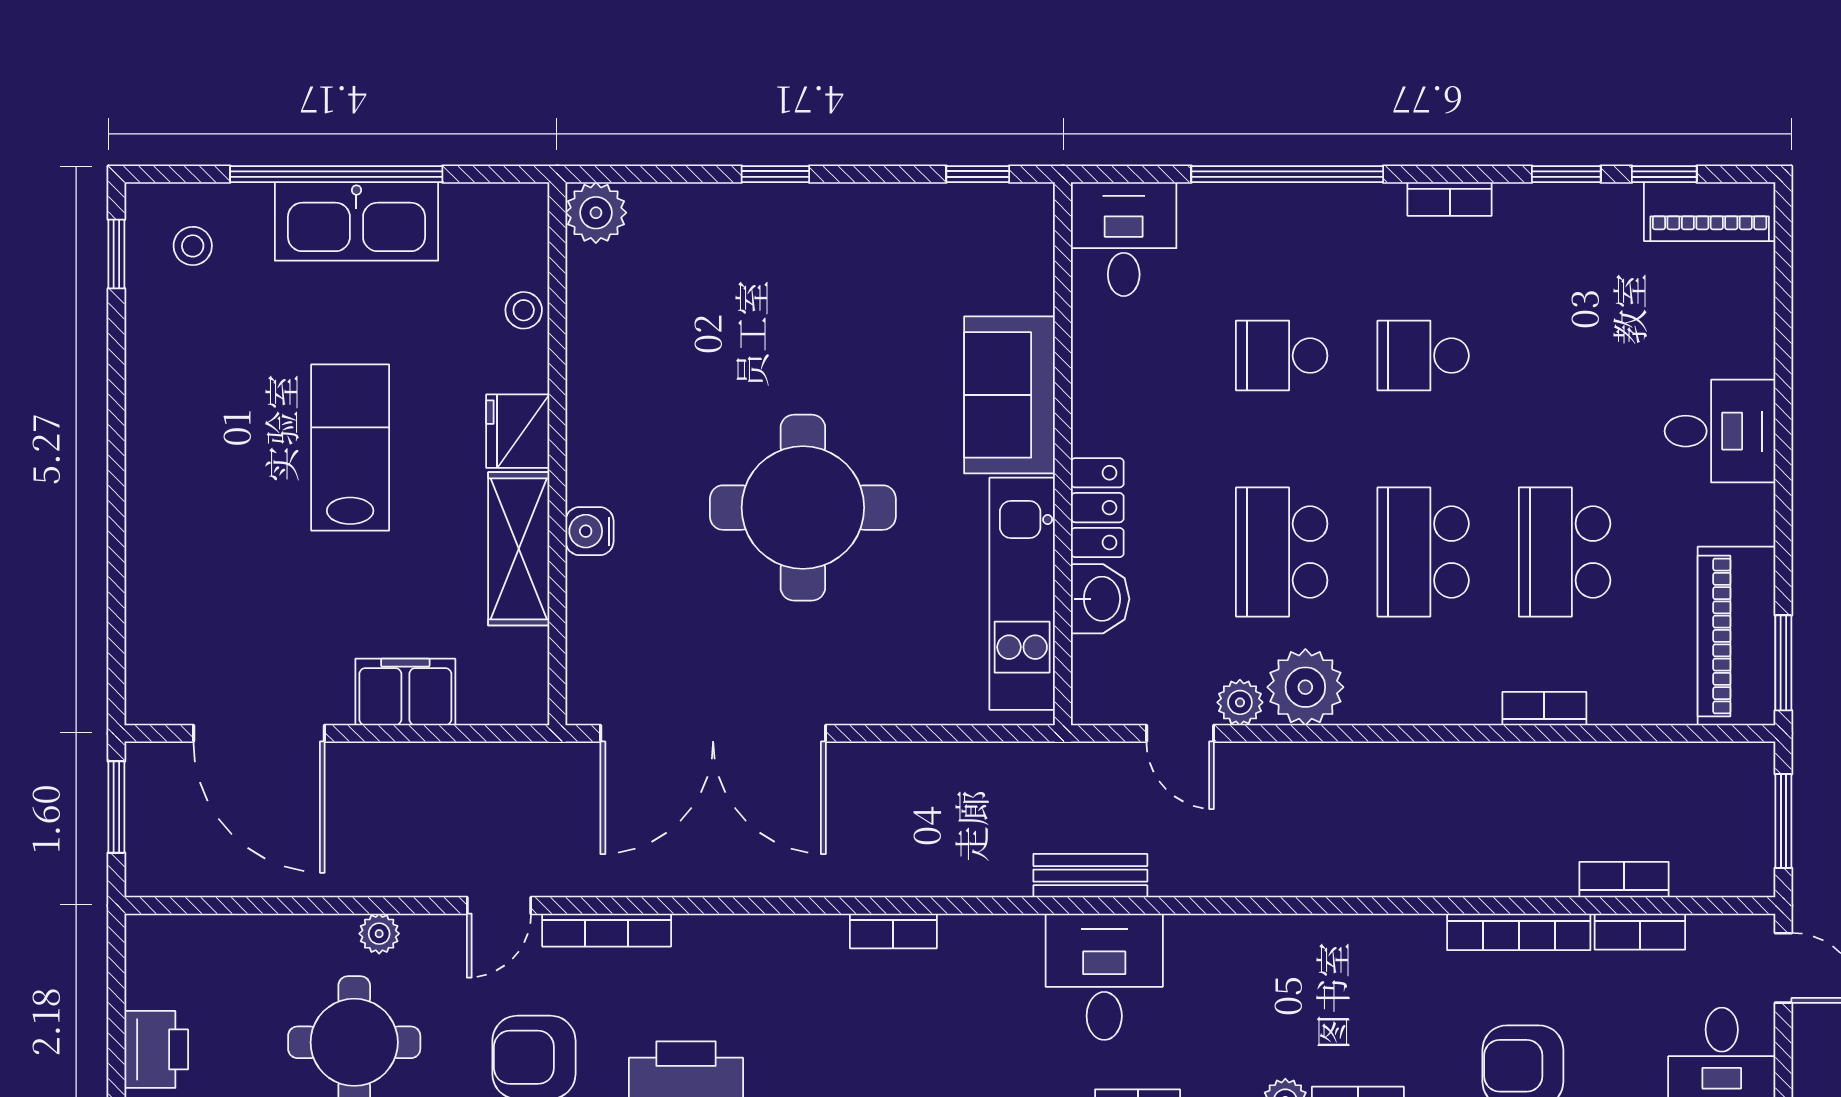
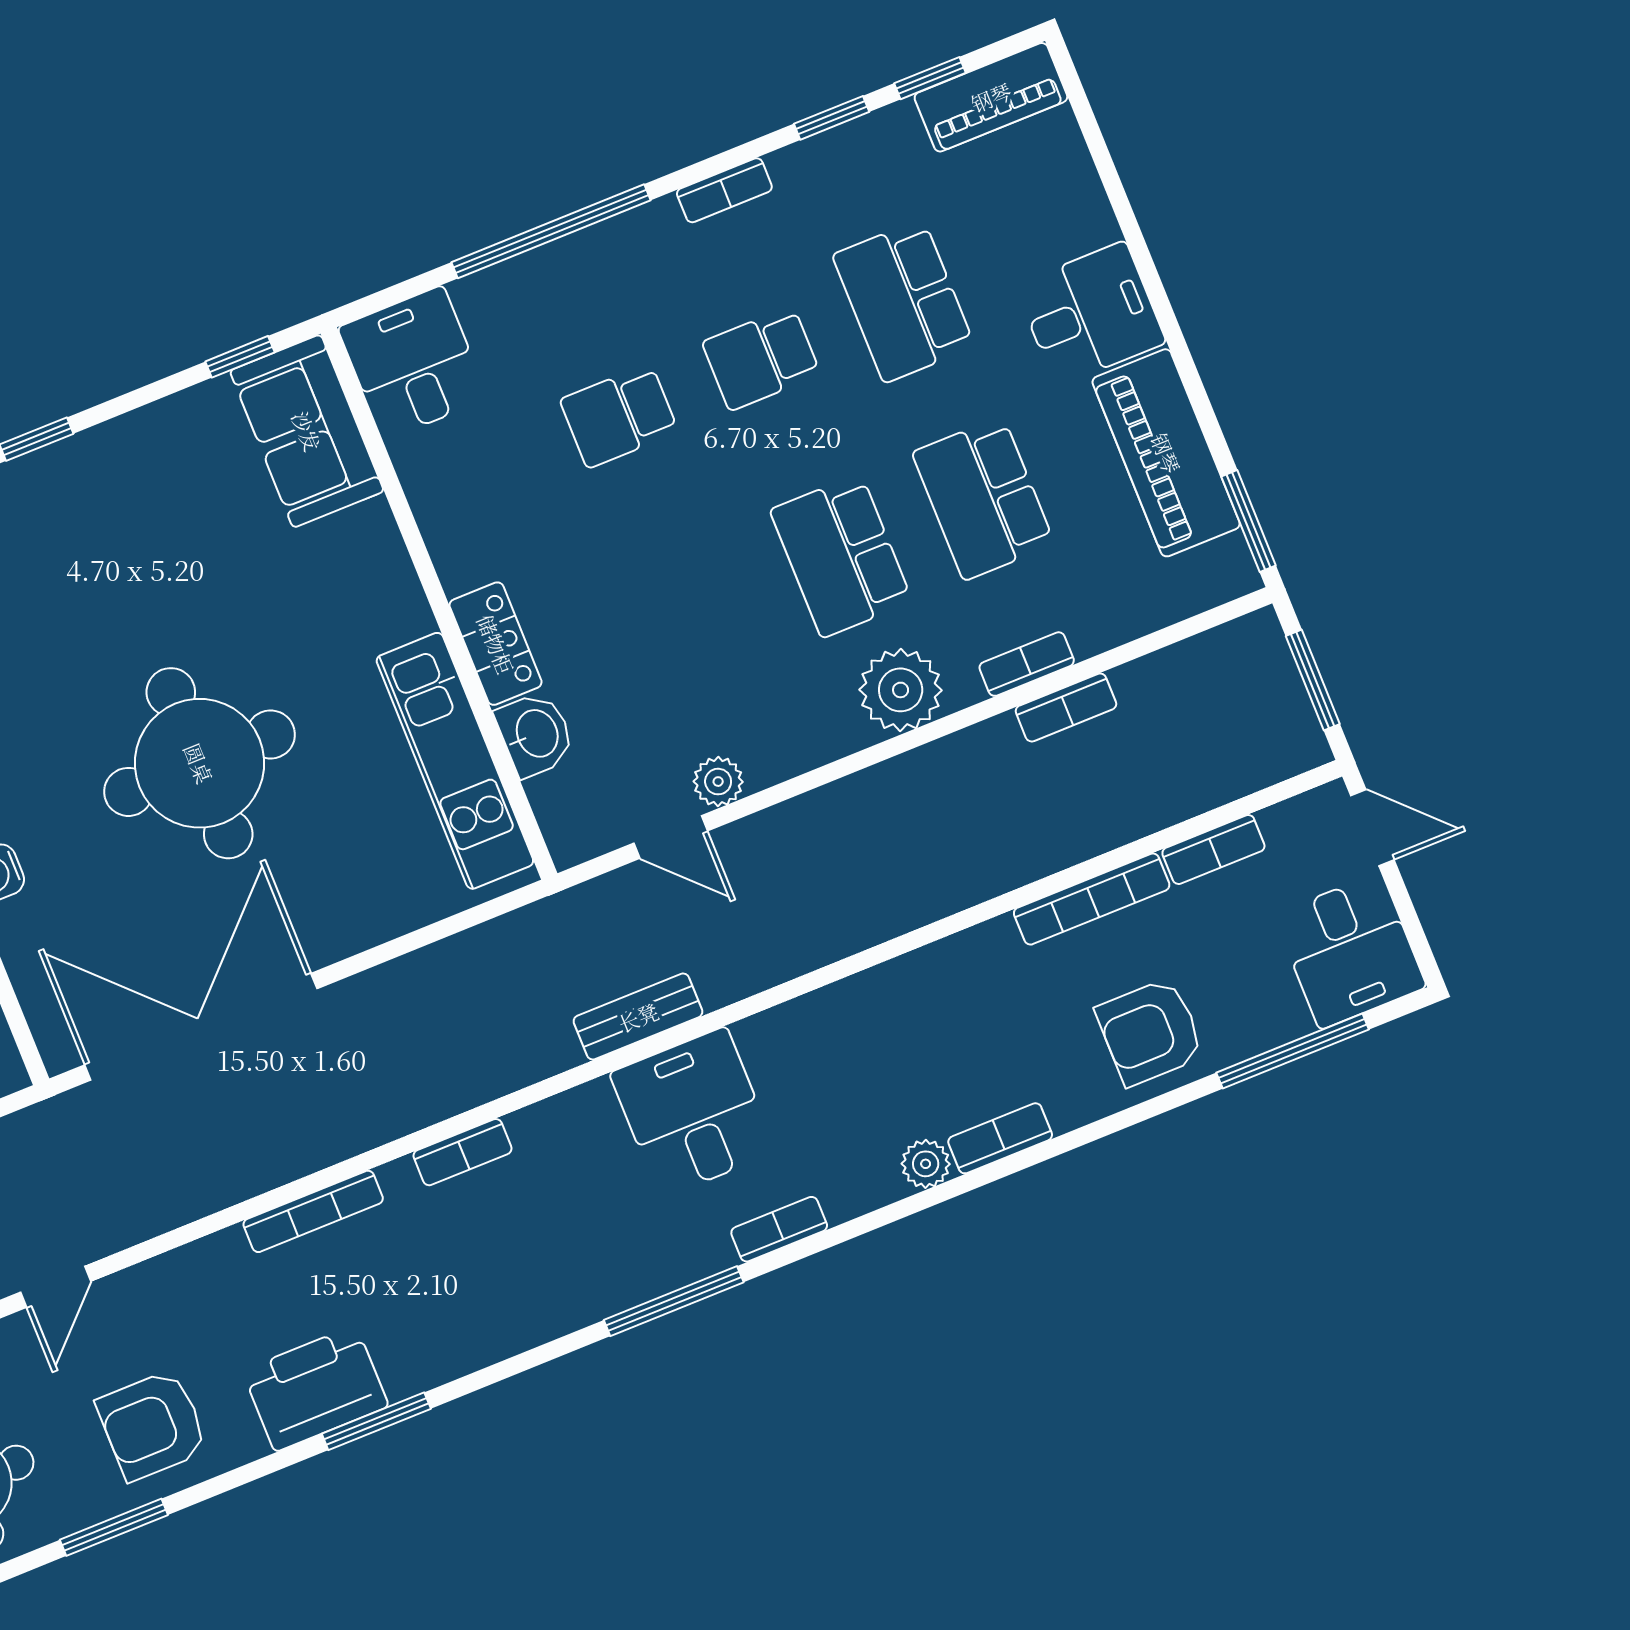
sofa: (1009, 395) -> (307, 431), moved
school desk: (1282, 552) -> (904, 301), moved
piano: (1737, 636) -> (1166, 453), moved
plant: (1305, 687) -> (901, 690), moved
double door: (713, 733) -> (201, 1027), swing flipped
bookcase: (1624, 880) -> (1066, 708), moved, turned 180
bookcase: (607, 930) -> (313, 1211), moved

